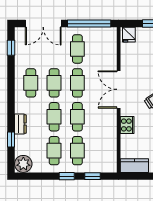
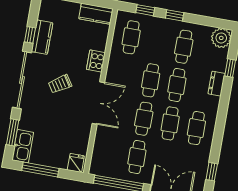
cafe table: (77, 151) -> (131, 37), moved

